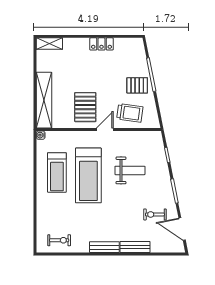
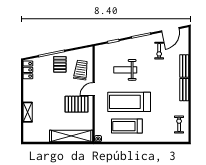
shelving: (49, 44) -> (28, 112), moved
locker: (101, 44) -> (28, 70), moved
door: (105, 129) -> (94, 89), hinge flipped
weight bench: (130, 170) -> (125, 70), turned -90
treadmill: (57, 173) -> (127, 126), turned 180
treadmill: (88, 175) -> (129, 102), turned 180

